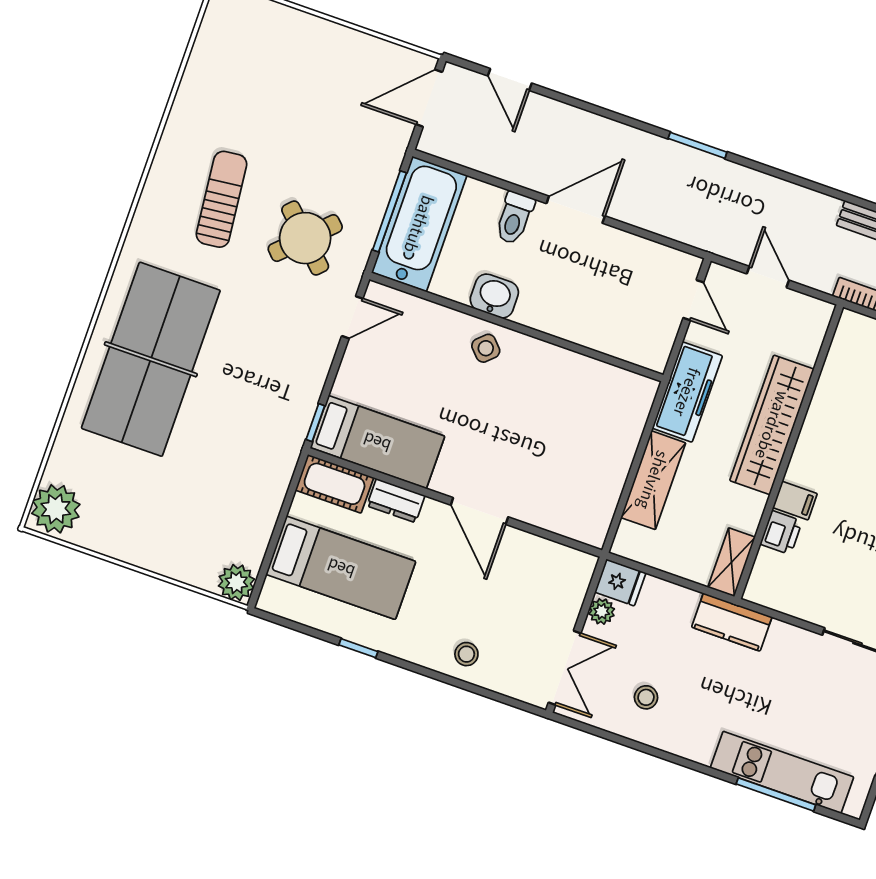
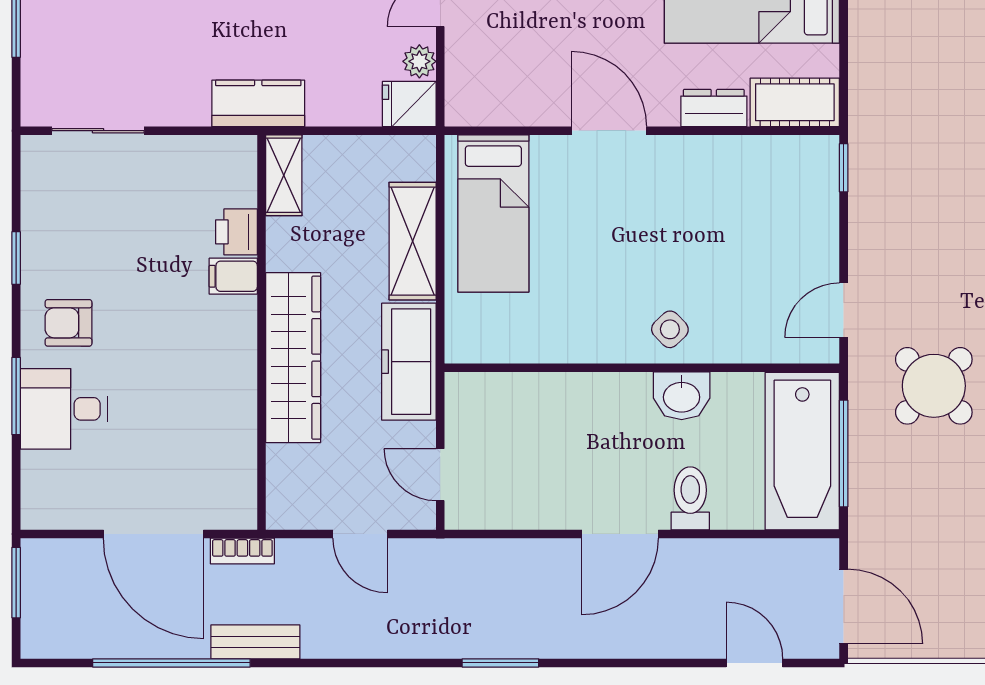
door: (429, 98) -> (844, 607), hinge flipped
bed: (377, 442) -> (493, 214), moved, turned -90

